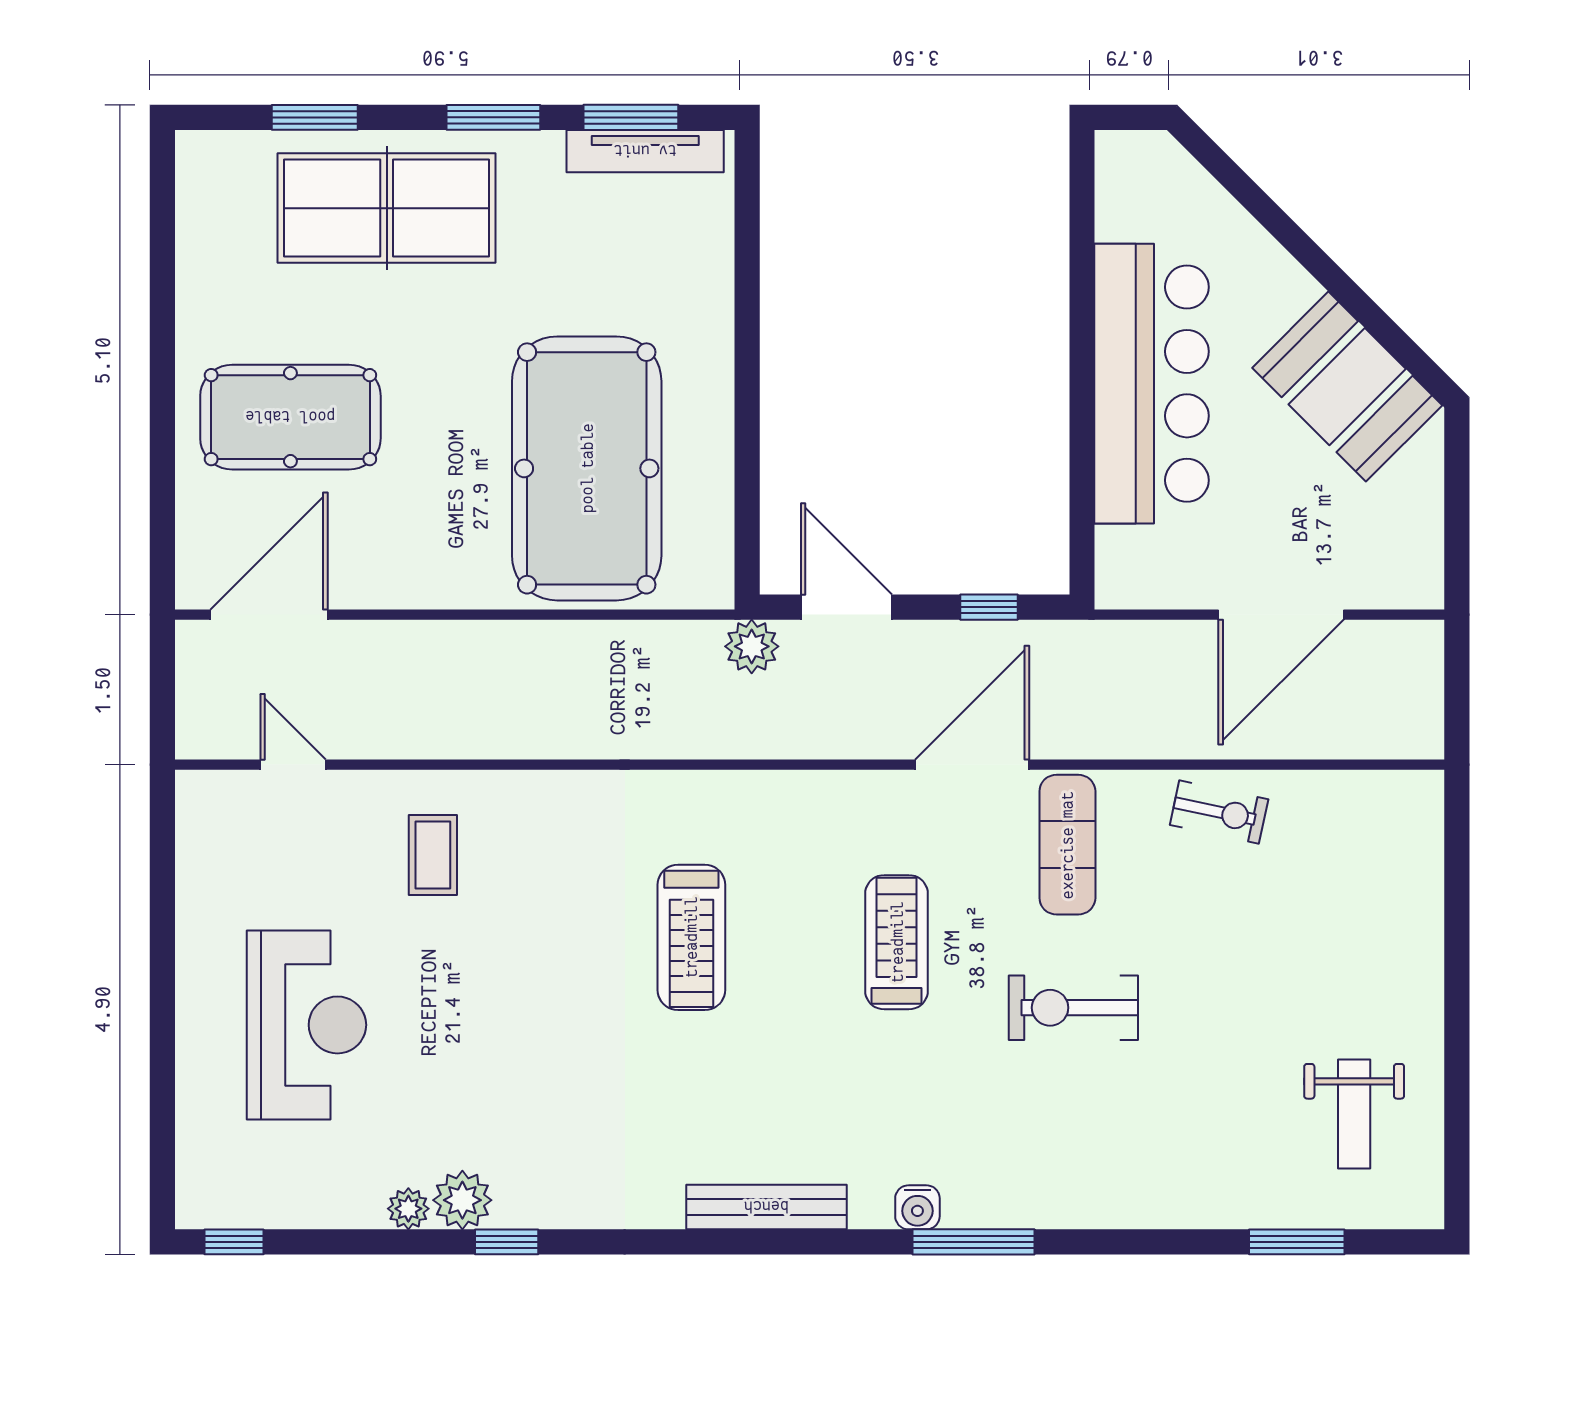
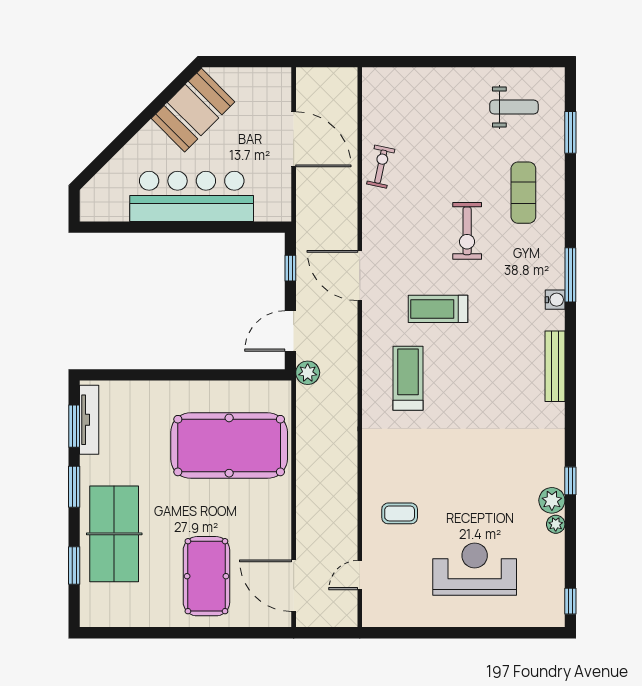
exercise mat: (1067, 845) -> (523, 193), moved, turned 90
treadmill: (691, 937) -> (408, 378), moved, turned -90

